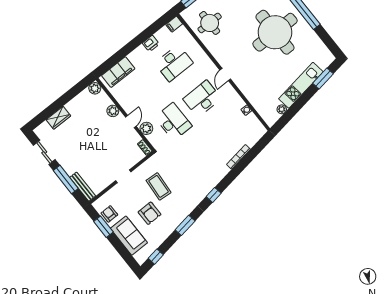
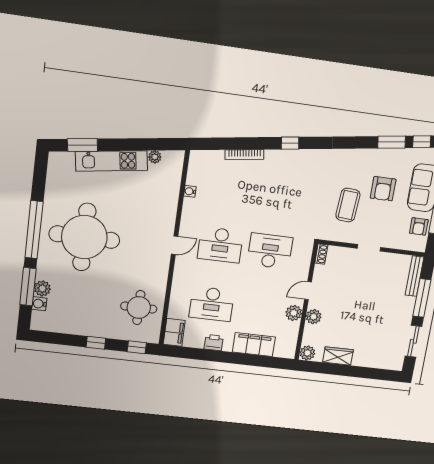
filing cabinet: (174, 24) -> (174, 332), width x2.00
desk: (174, 63) -> (212, 304), turned 180
filing cabinet: (118, 72) -> (254, 344), moved
wardrobe: (58, 118) -> (338, 356), moved
desk: (173, 122) -> (270, 251), turned 90
plant: (146, 128) -> (294, 313), moved
window: (214, 195) -> (290, 143), moved
armchair: (150, 213) -> (383, 189), turned 180
window: (185, 225) -> (392, 142), moved

